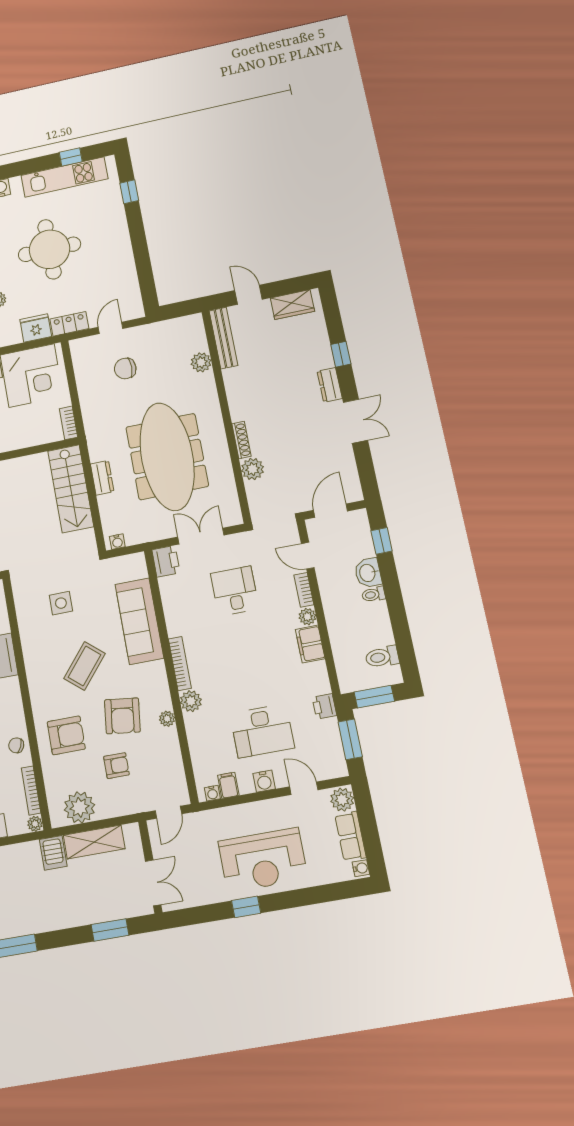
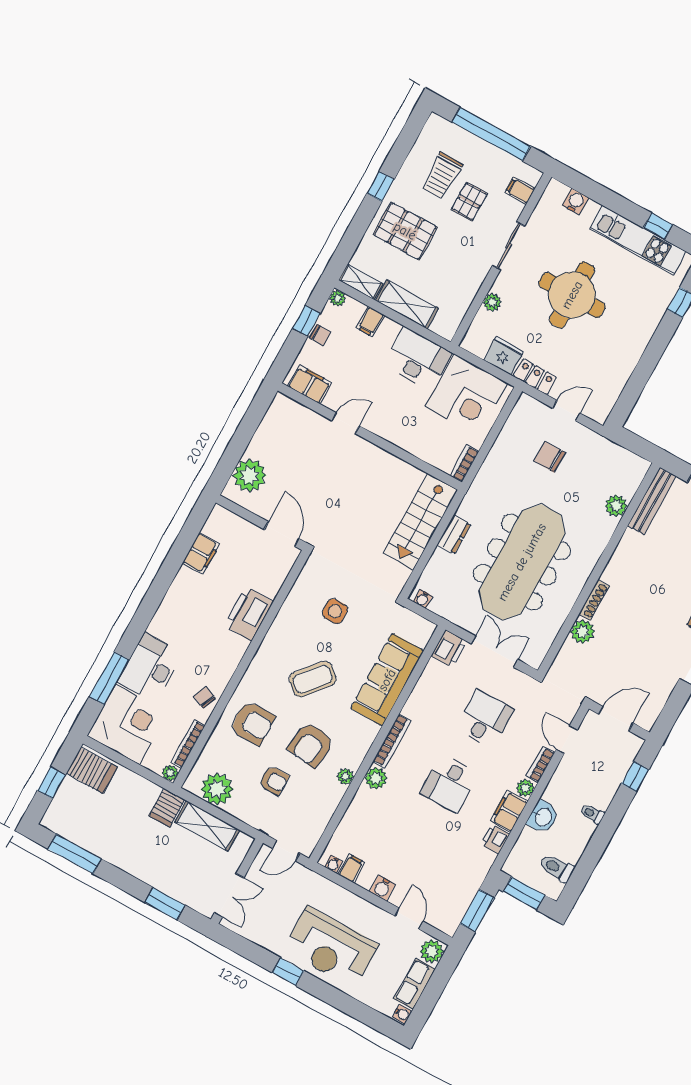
washbasin: (368, 573) -> (543, 817), moved, turned 180
printer: (324, 706) -> (495, 839), moved
desk: (262, 731) -> (449, 784), moved, width x0.73

